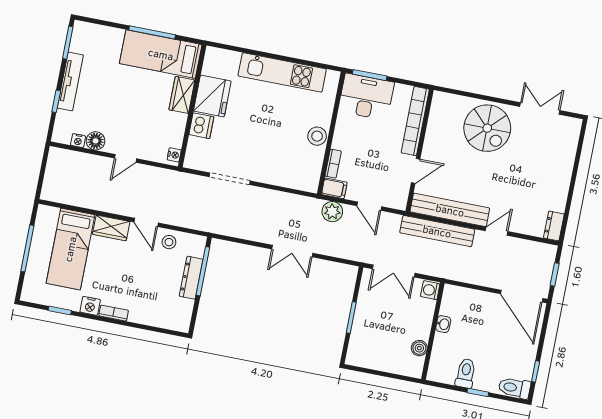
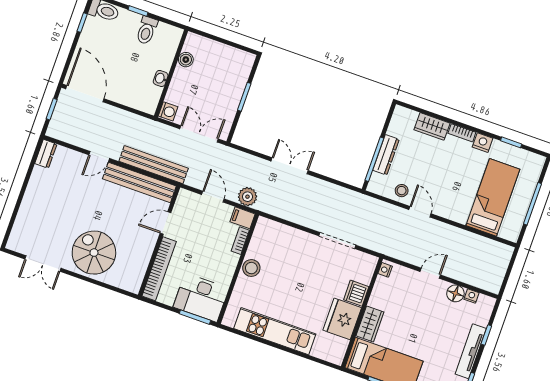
wardrobe: (111, 228) -> (432, 126), moved, turned 180

